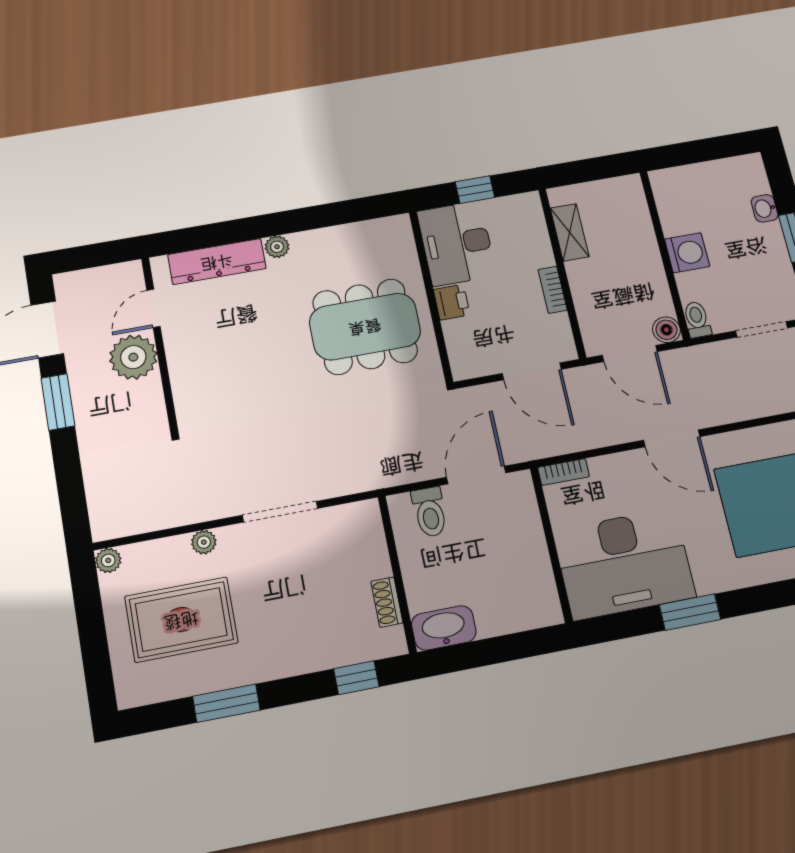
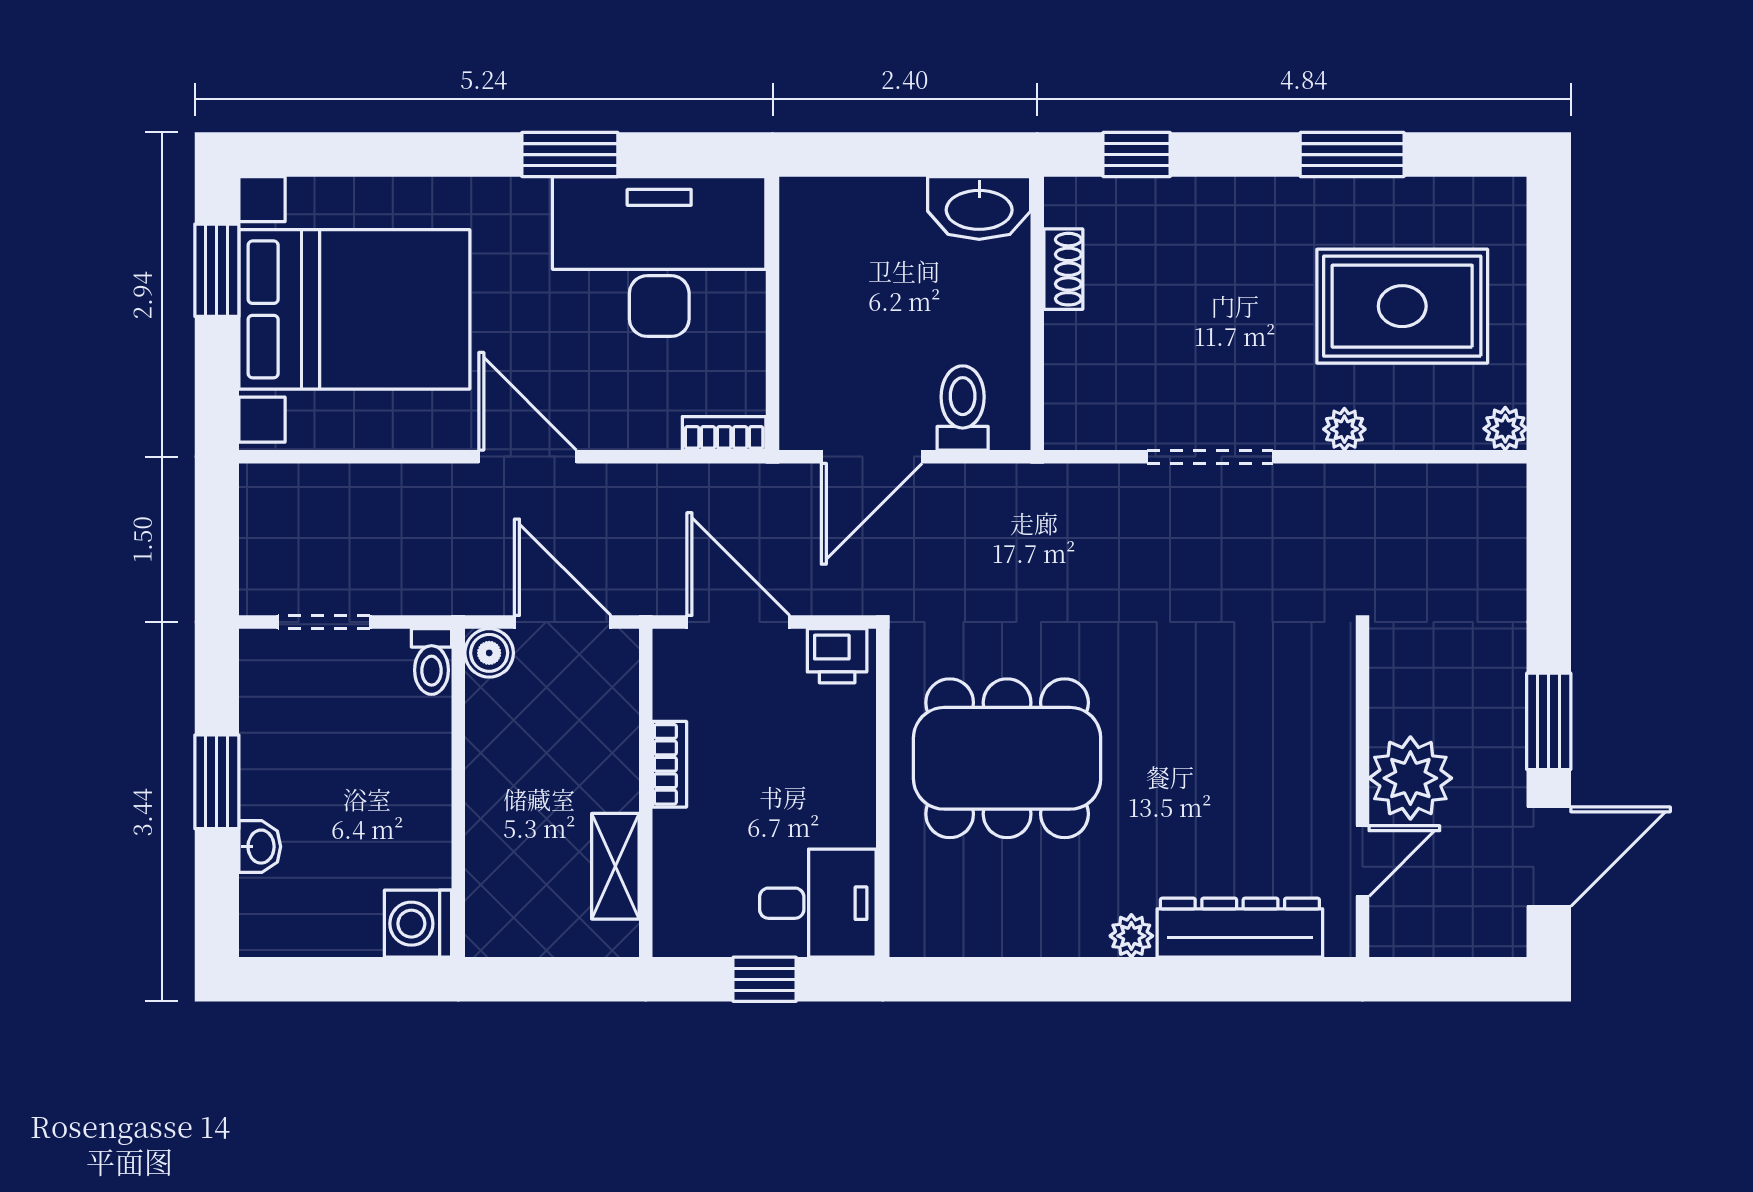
desk: (457, 243) -> (818, 903), width x0.73
washing machine: (687, 253) -> (418, 924), moved
printer: (452, 302) -> (837, 656), moved, turned -90

